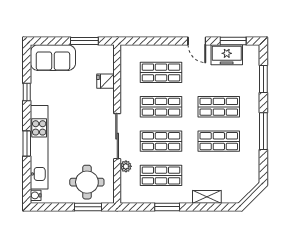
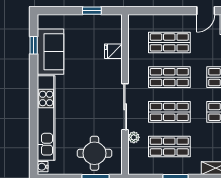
window: (84, 41) -> (92, 11), width x0.67
door: (197, 41) -> (206, 11), hinge flipped
sofa: (53, 58) -> (51, 52), moved, turned -90
window: (27, 92) -> (34, 45), moved
window: (27, 144) -> (34, 114), removed

